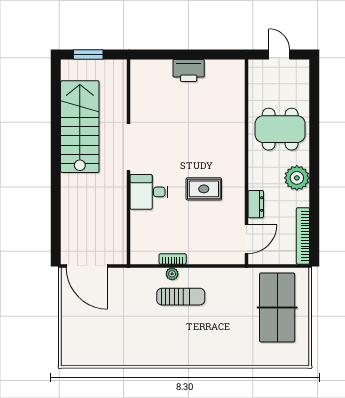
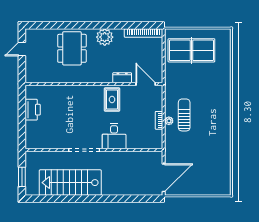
wall: (246, 162) -> (94, 84), moved
dresser: (256, 204) -> (122, 78), moved
door: (246, 239) -> (146, 84), moved

